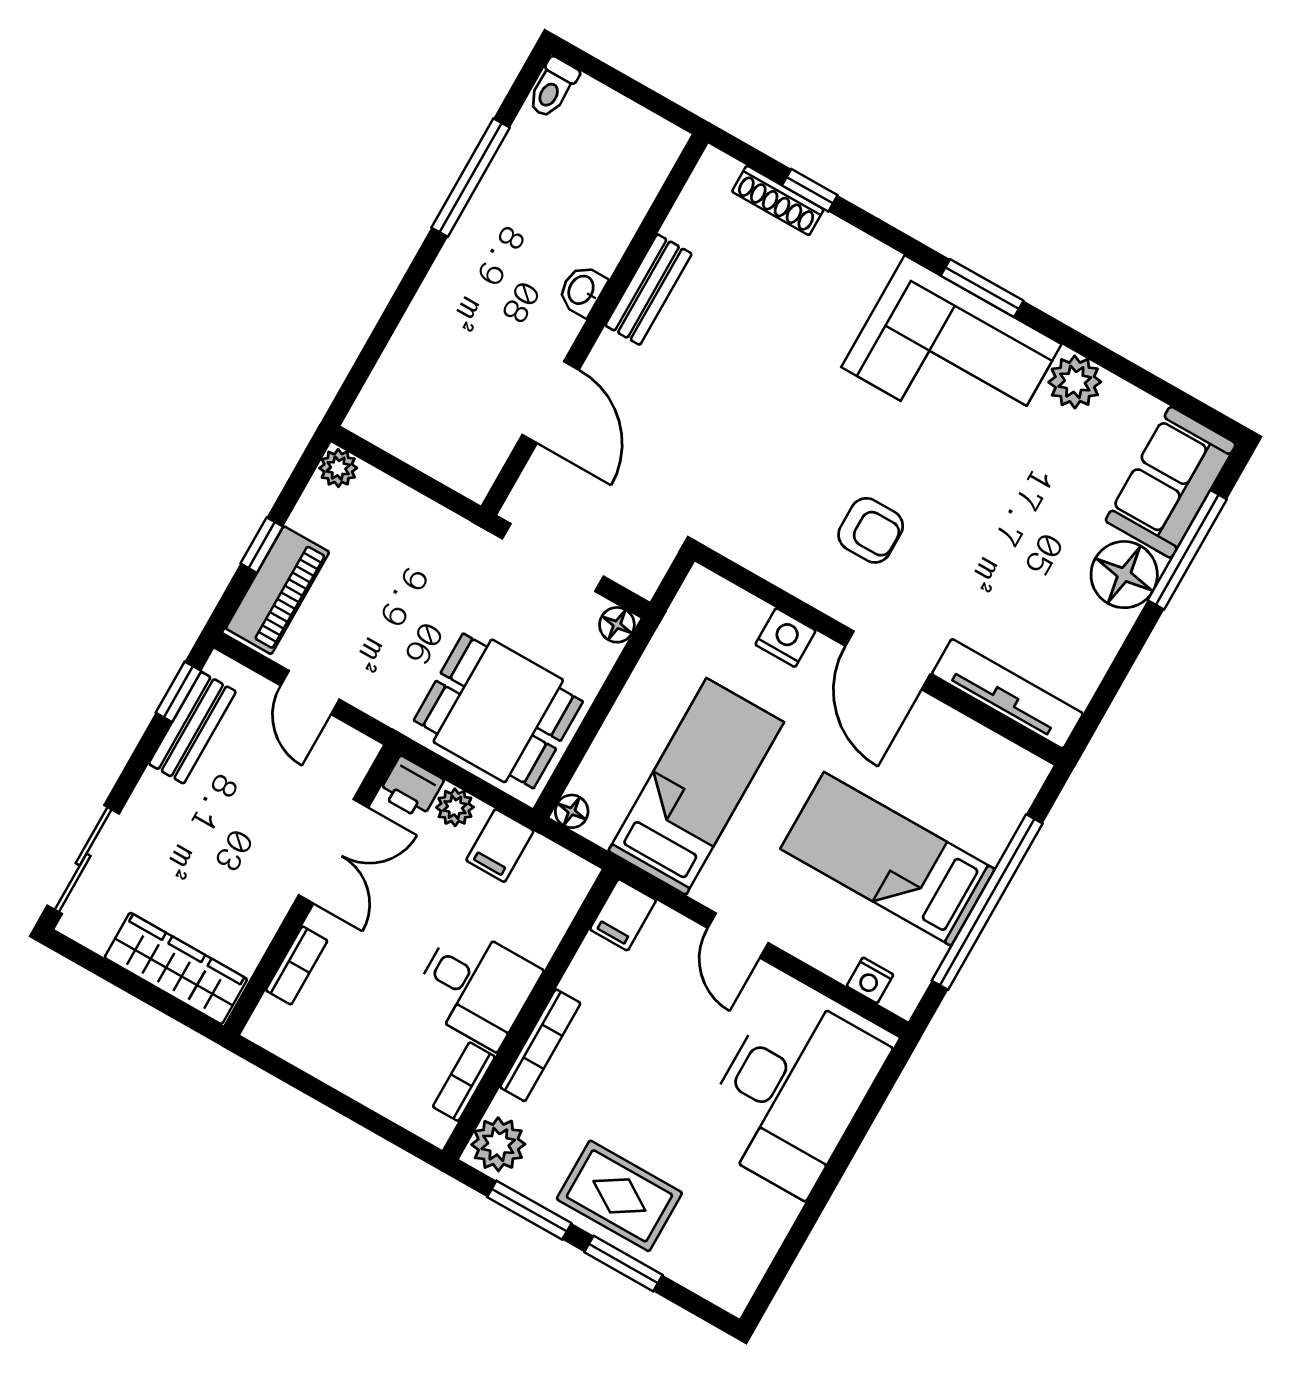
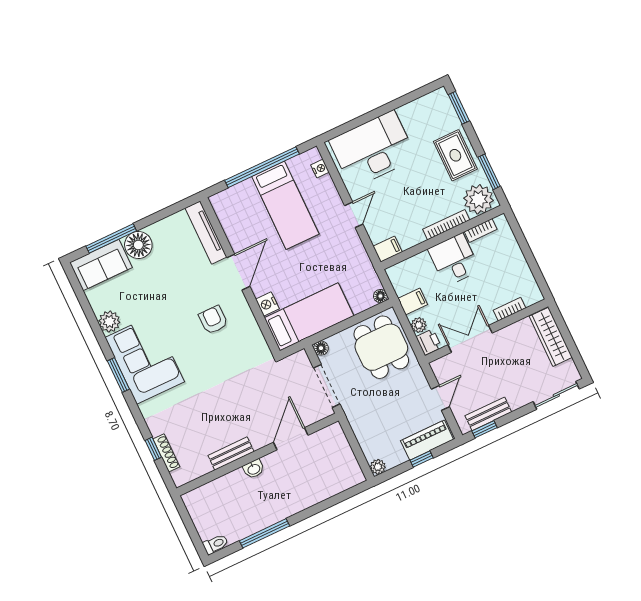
bed: (696, 786) -> (309, 317), moved, turned 180
plant: (498, 1144) -> (479, 199), width x1.36, depth x1.36
window: (623, 1264) -> (459, 108), moved

